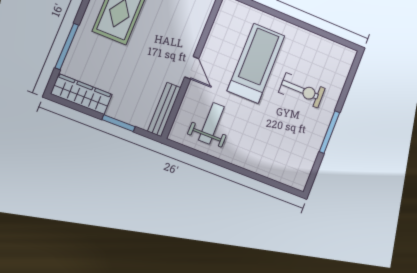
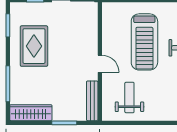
treadmill: (256, 63) -> (144, 42), turned 180

